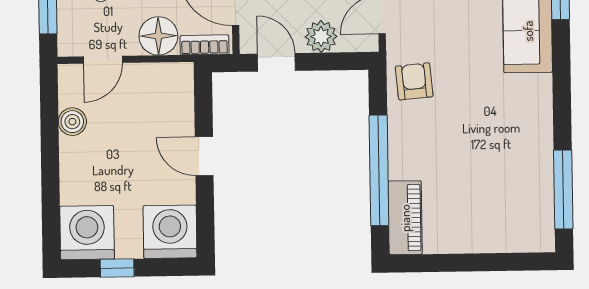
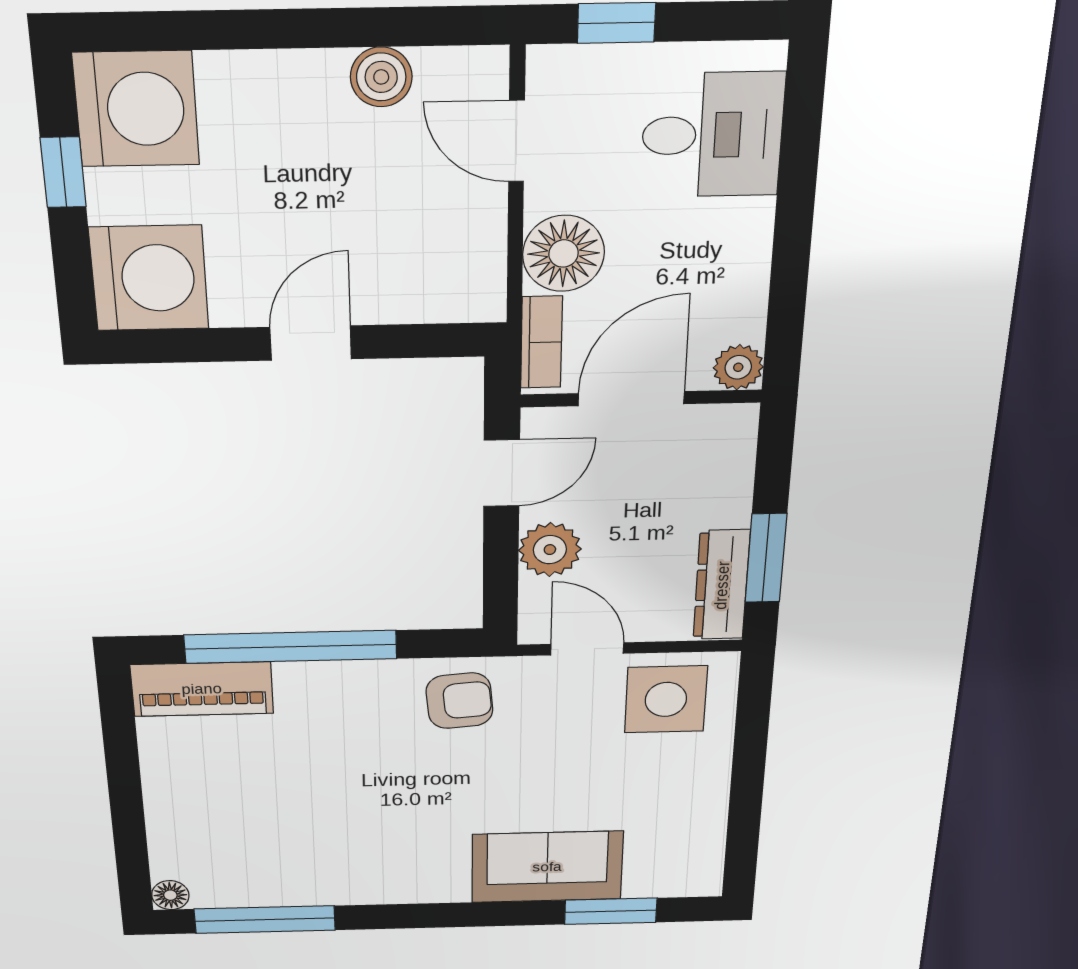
floor lamp: (545, 242) -> (170, 895), added

